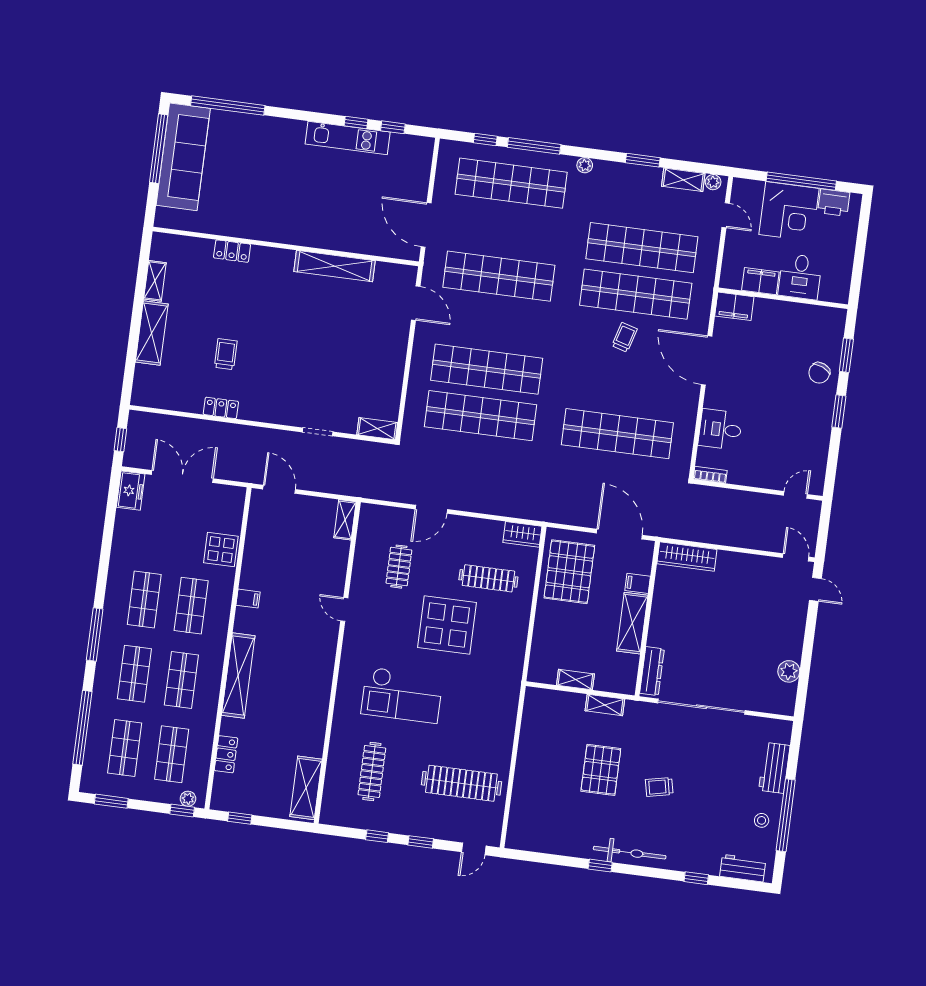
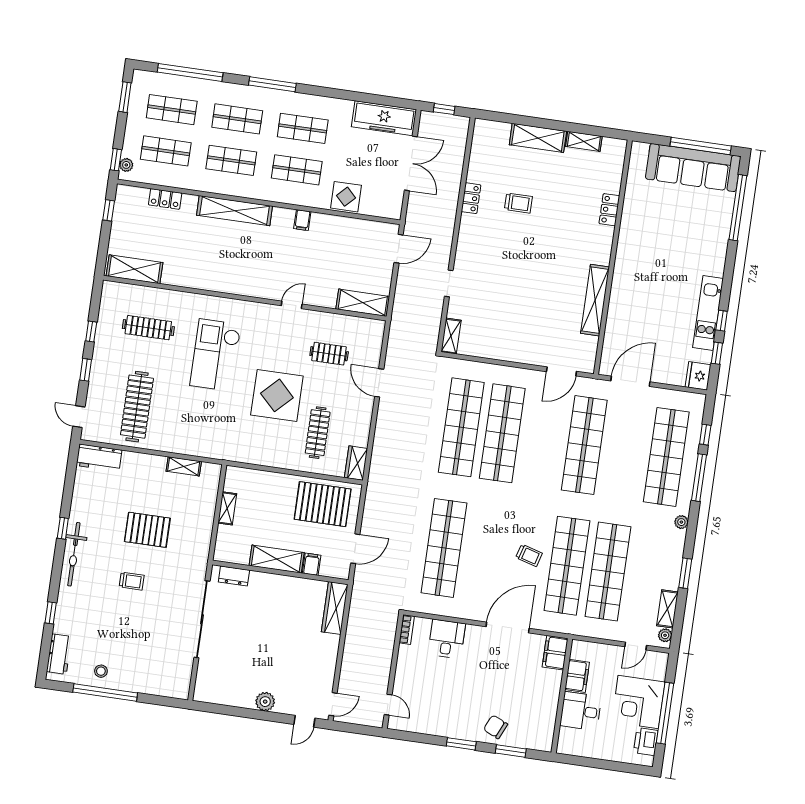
fridge: (419, 148) -> (698, 376), added
freezer: (131, 491) -> (384, 118), width x1.91, depth x1.26
shelving: (345, 520) -> (363, 303), width x1.50, depth x1.33
door: (619, 534) -> (355, 549), width x0.73
dresser: (652, 671) -> (234, 576), width x0.70
plant: (789, 671) -> (265, 702), moved
shelving: (605, 705) -> (184, 466), moved, turned 90
workbench: (774, 768) -> (99, 458), moved, turned 180
trolley: (659, 787) -> (132, 581), turned 102

